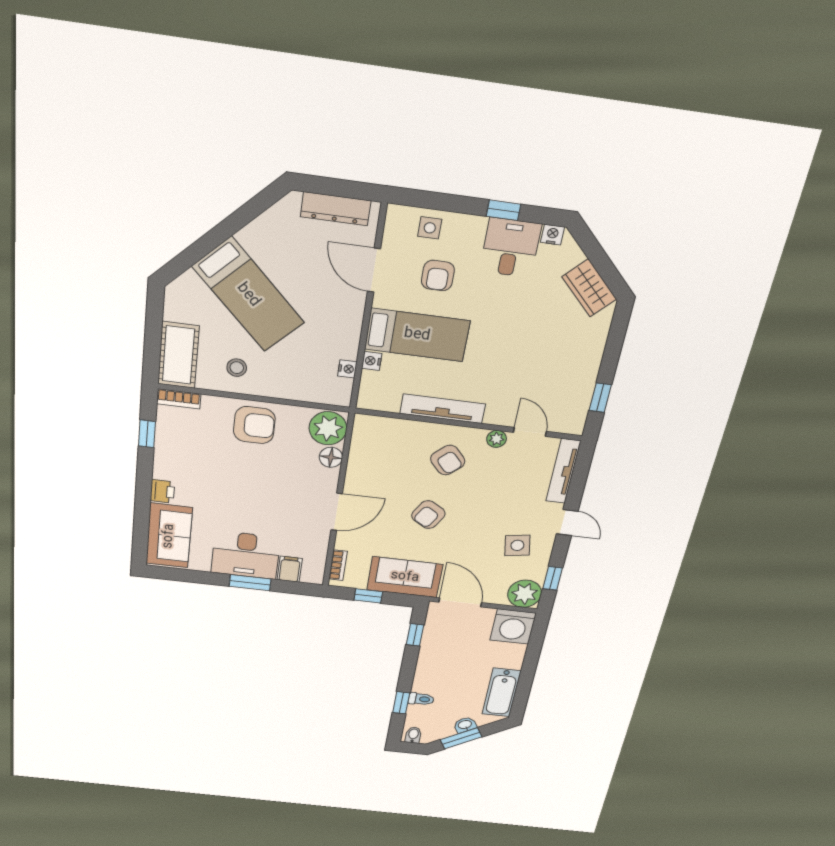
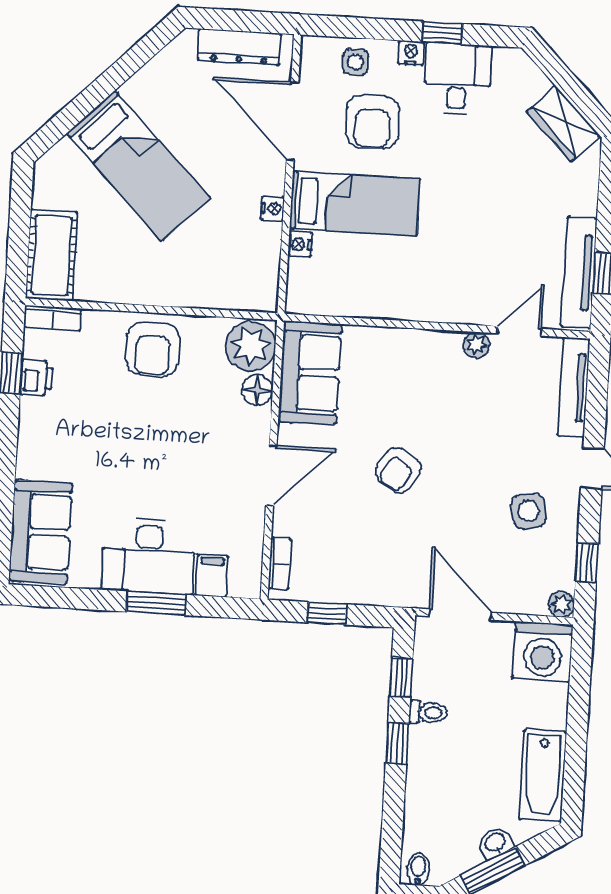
nightstand: (552, 235) -> (411, 53), moved
door: (374, 270) -> (292, 121), width x1.36
armchair: (438, 276) -> (372, 122), width x1.38, depth x1.38
stool: (237, 368) -> (127, 267), removed
nightstand: (347, 369) -> (273, 208), moved
tv unit: (443, 409) -> (579, 272), moved, turned -90
armchair: (254, 425) -> (153, 349), turned 90
door: (530, 432) -> (519, 331), hinge flipped
armchair: (448, 460) -> (415, 382), removed
printer: (162, 491) -> (36, 378), moved
sofa: (405, 577) -> (310, 373), moved, turned 90
plant: (525, 594) -> (561, 604), width x0.53, depth x0.53
toilet: (421, 699) -> (428, 712), moved
window: (401, 703) -> (397, 743), moved

